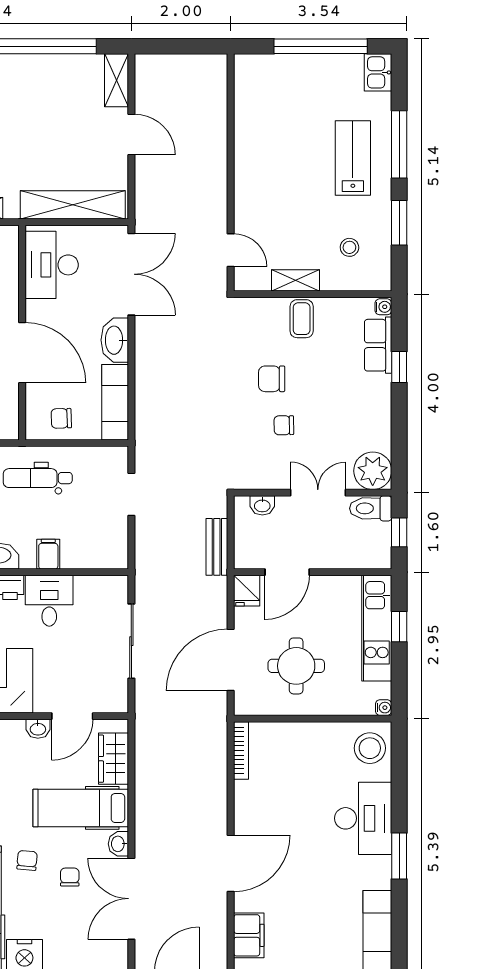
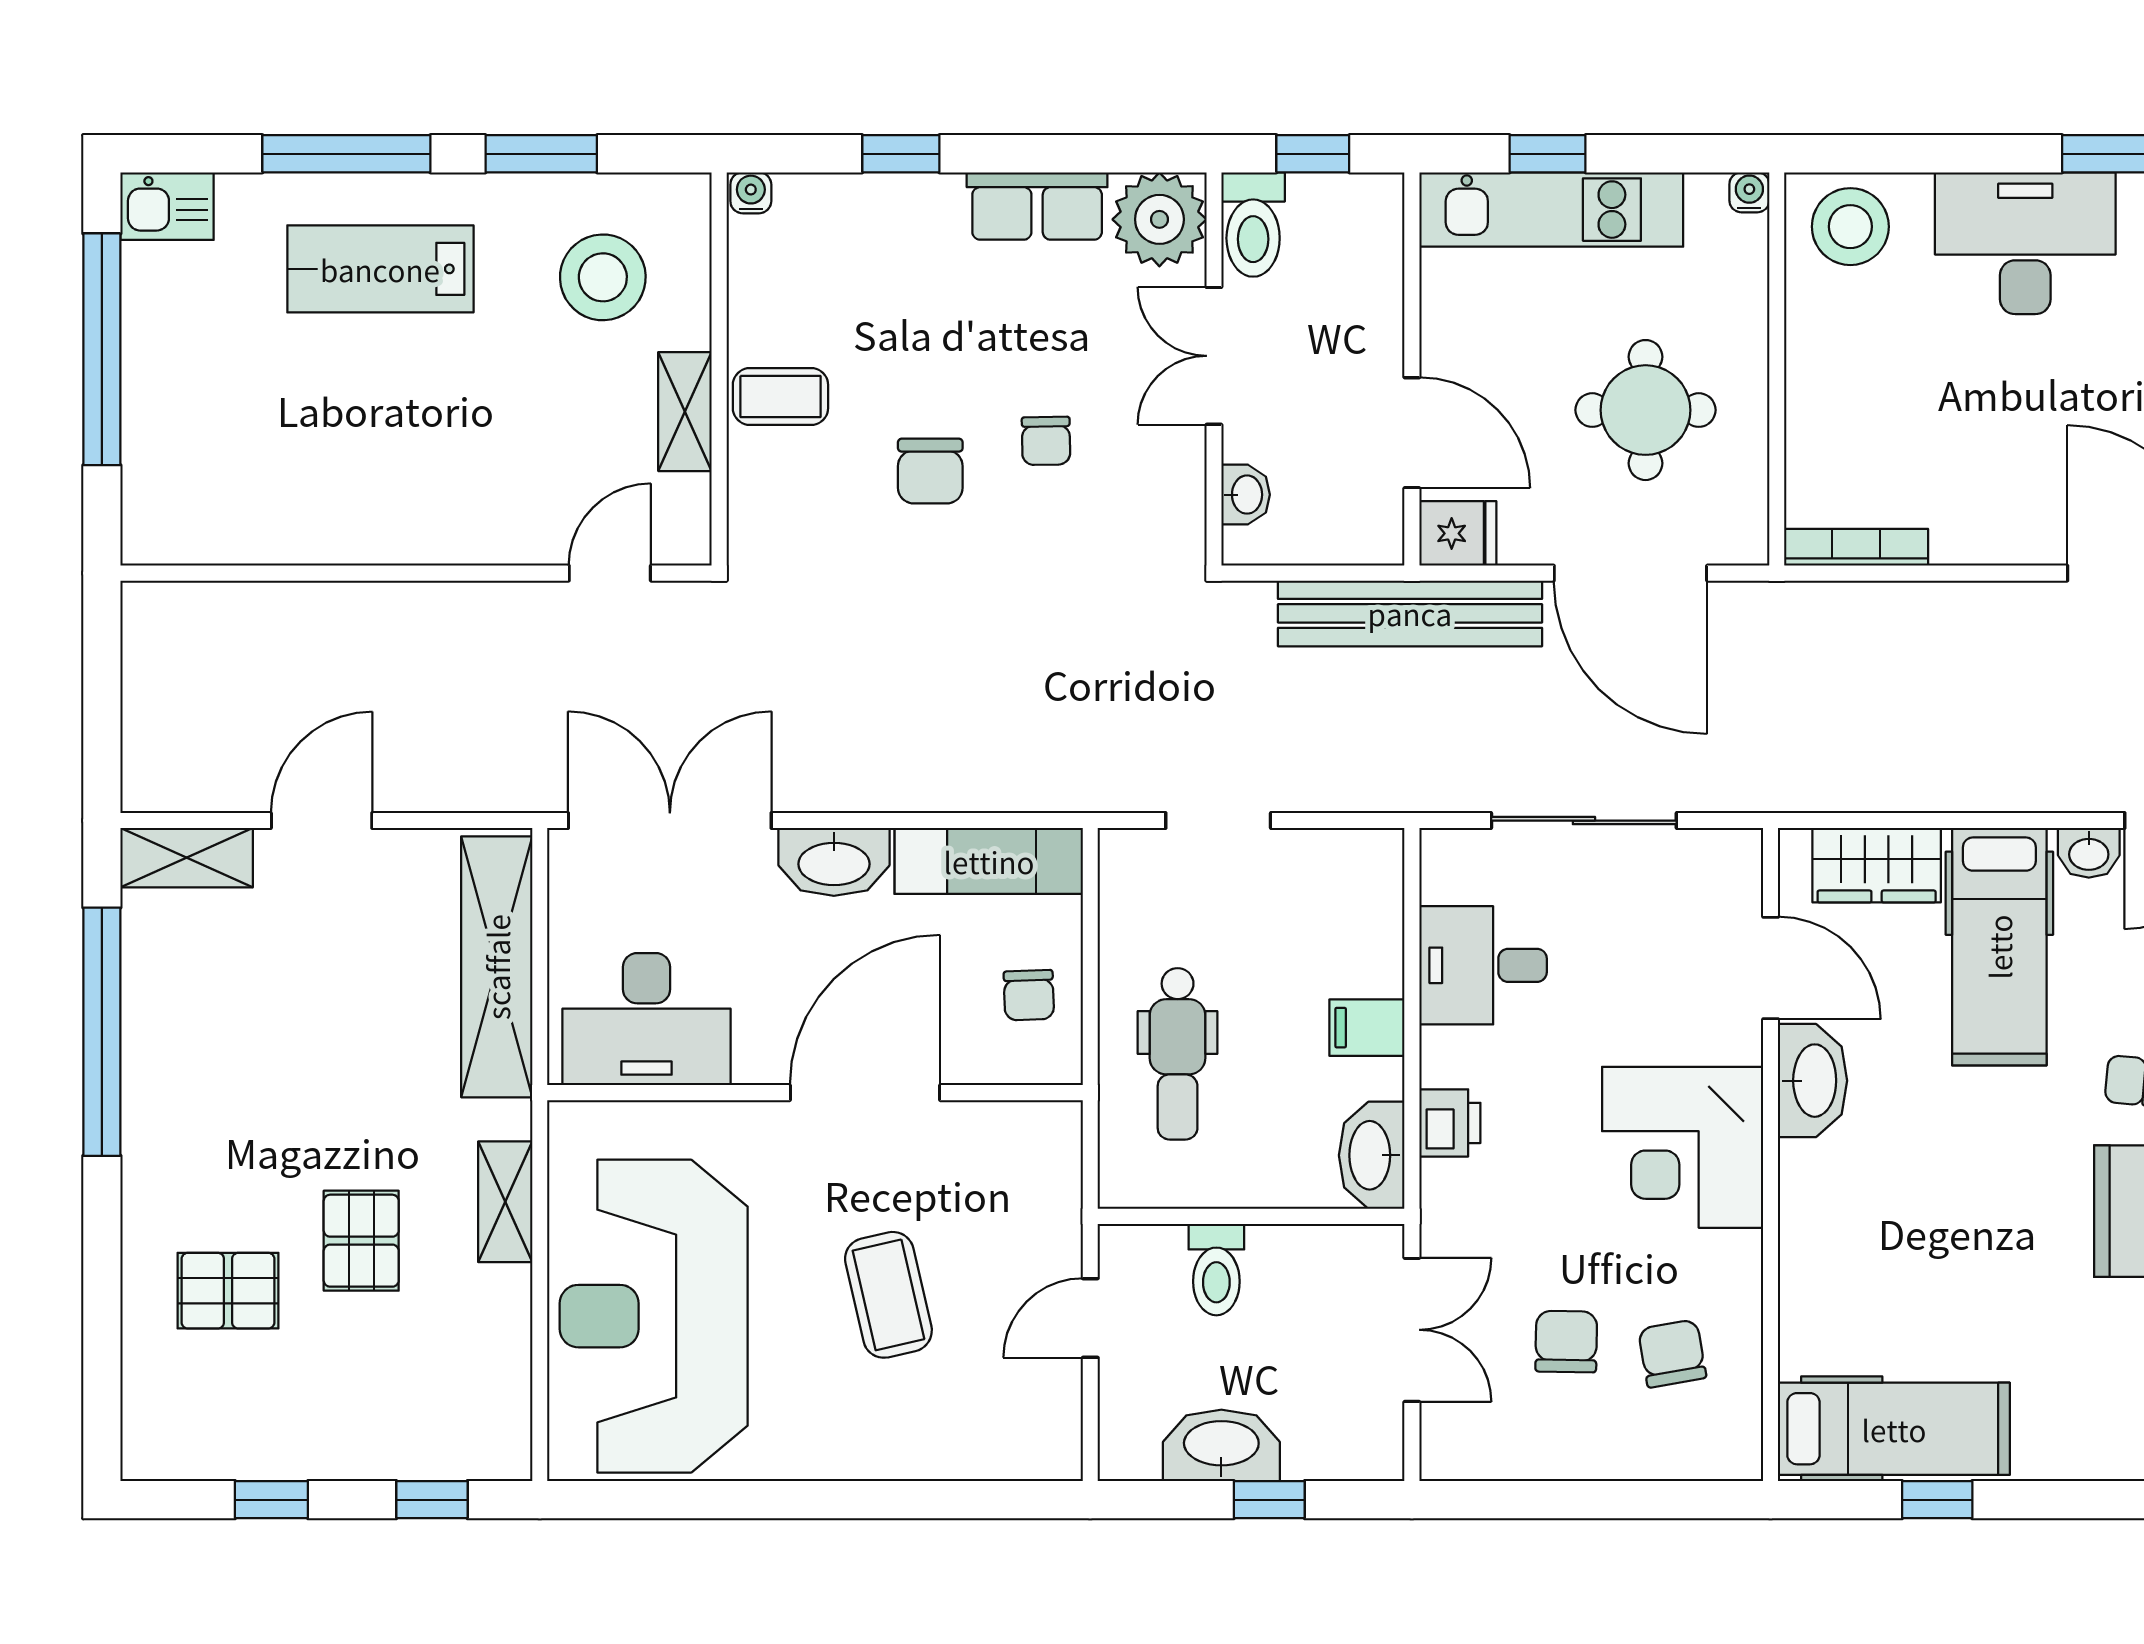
stool: (349, 247) -> (603, 277), width x1.89, depth x1.89
row of seats: (378, 345) -> (1037, 206), moved
bench: (217, 547) -> (1410, 613), width x1.86, depth x1.21
desk: (49, 601) -> (1483, 965), moved
washbasin: (38, 729) -> (1813, 1081), width x1.91, depth x1.45

